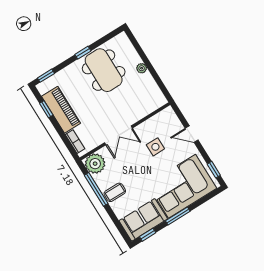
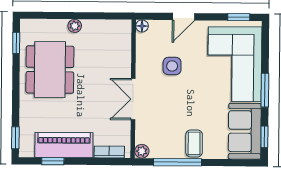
window: (83, 53) -> (16, 43), moved
dining table: (104, 70) -> (50, 70), turned 90
floor lamp: (169, 111) -> (142, 26), added
double door: (118, 135) -> (133, 99), swing flipped
plant: (95, 164) -> (142, 151), width x0.53, depth x0.53

